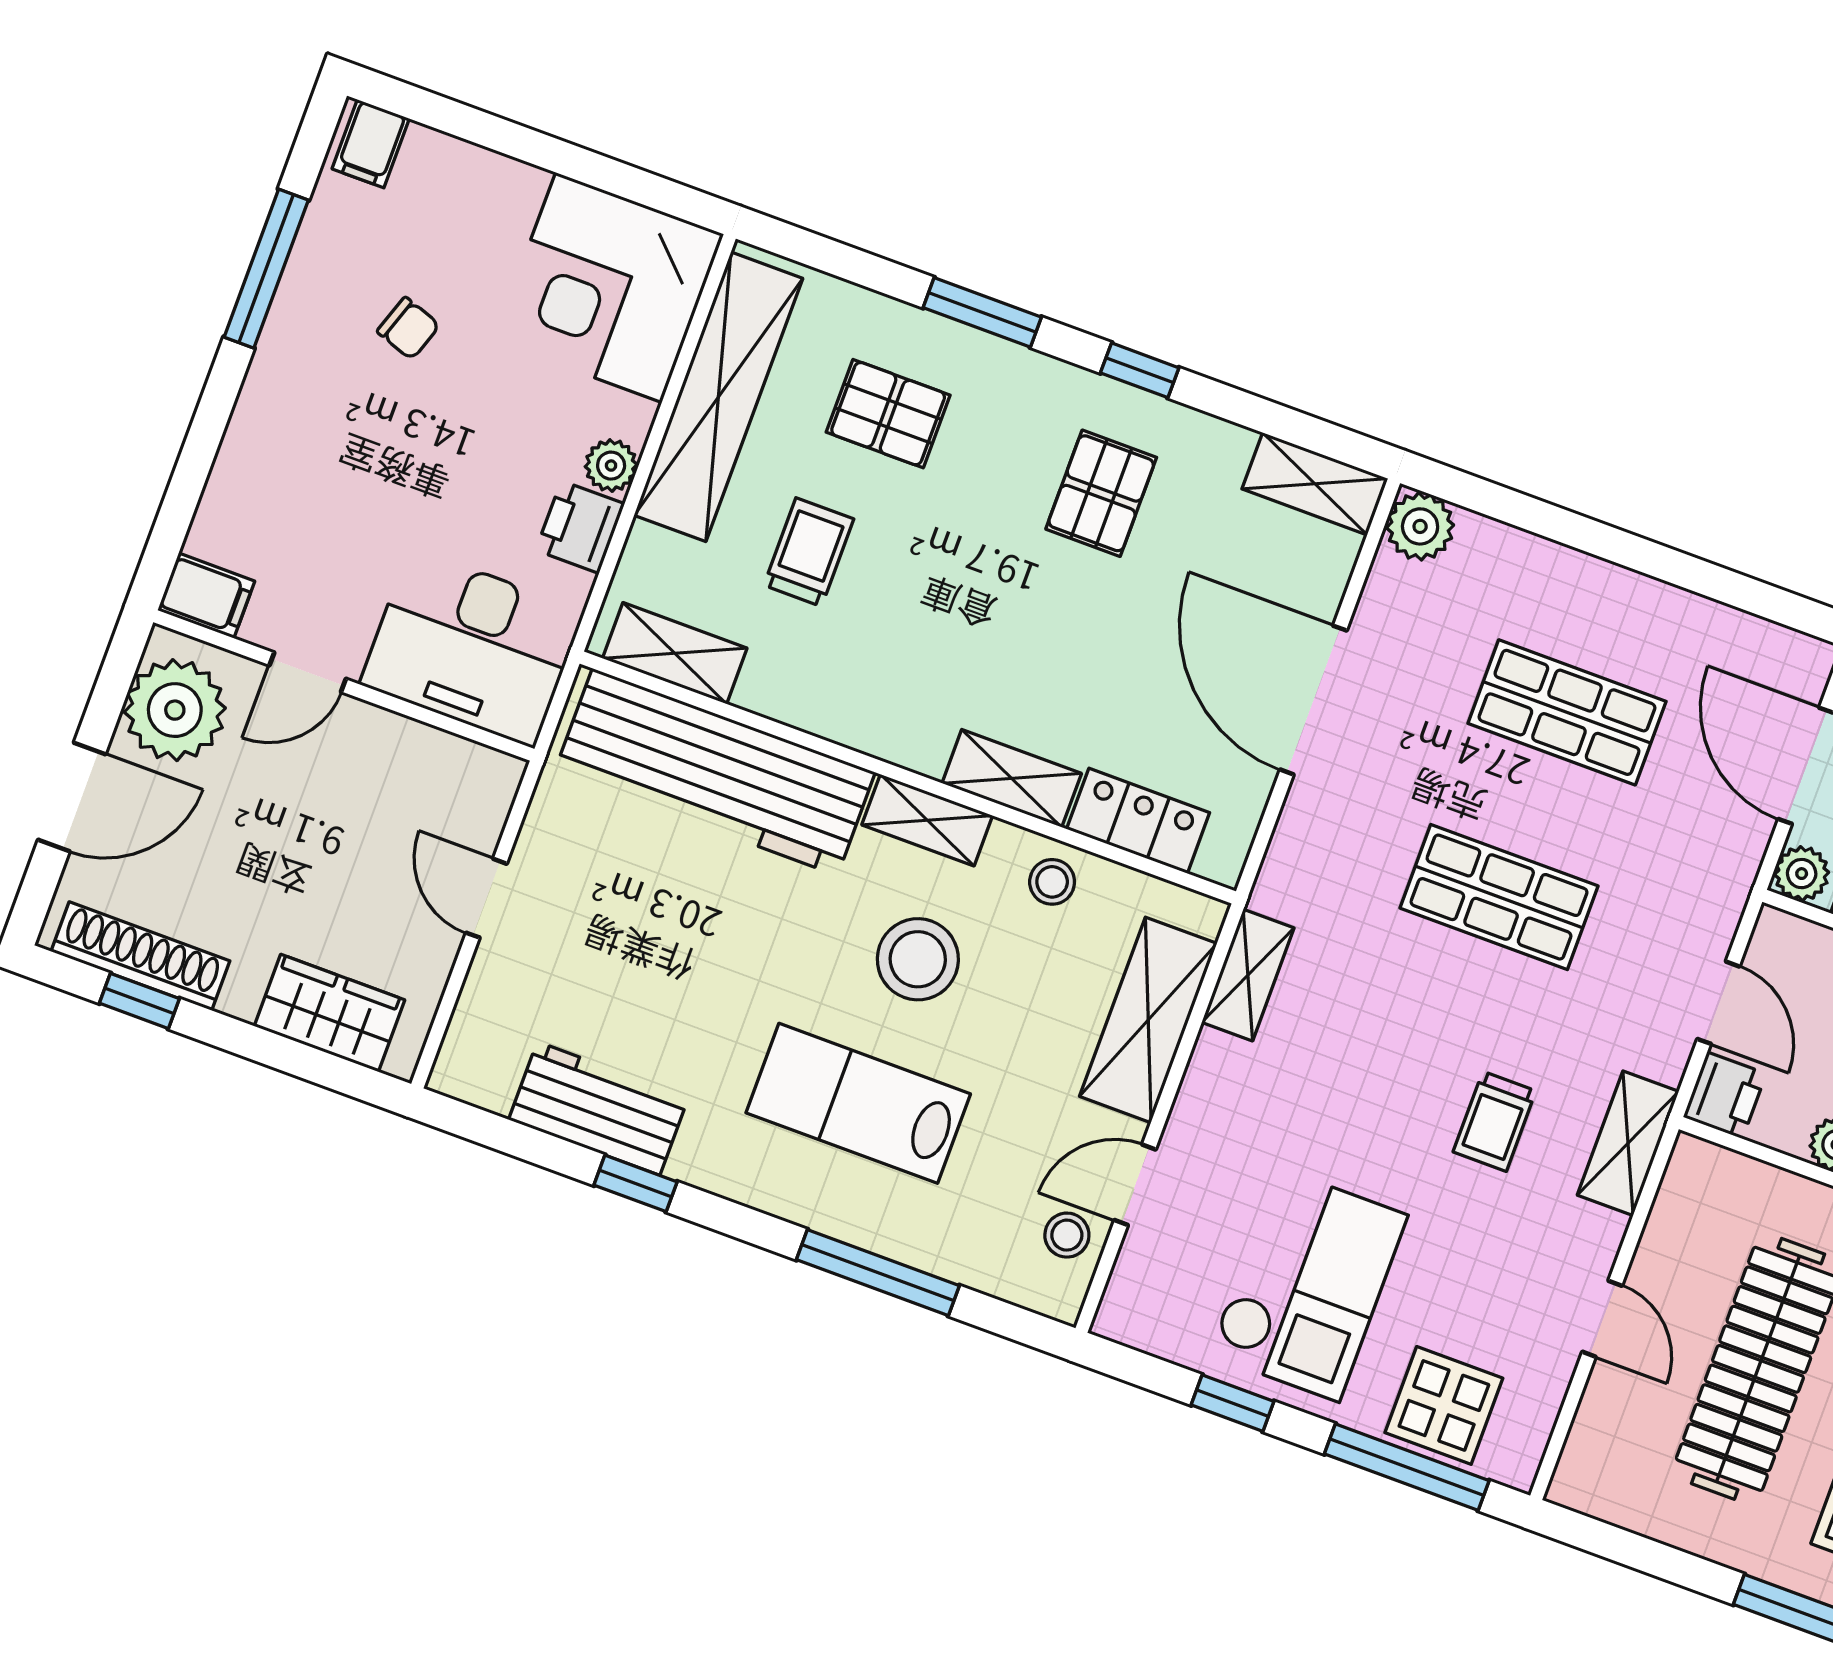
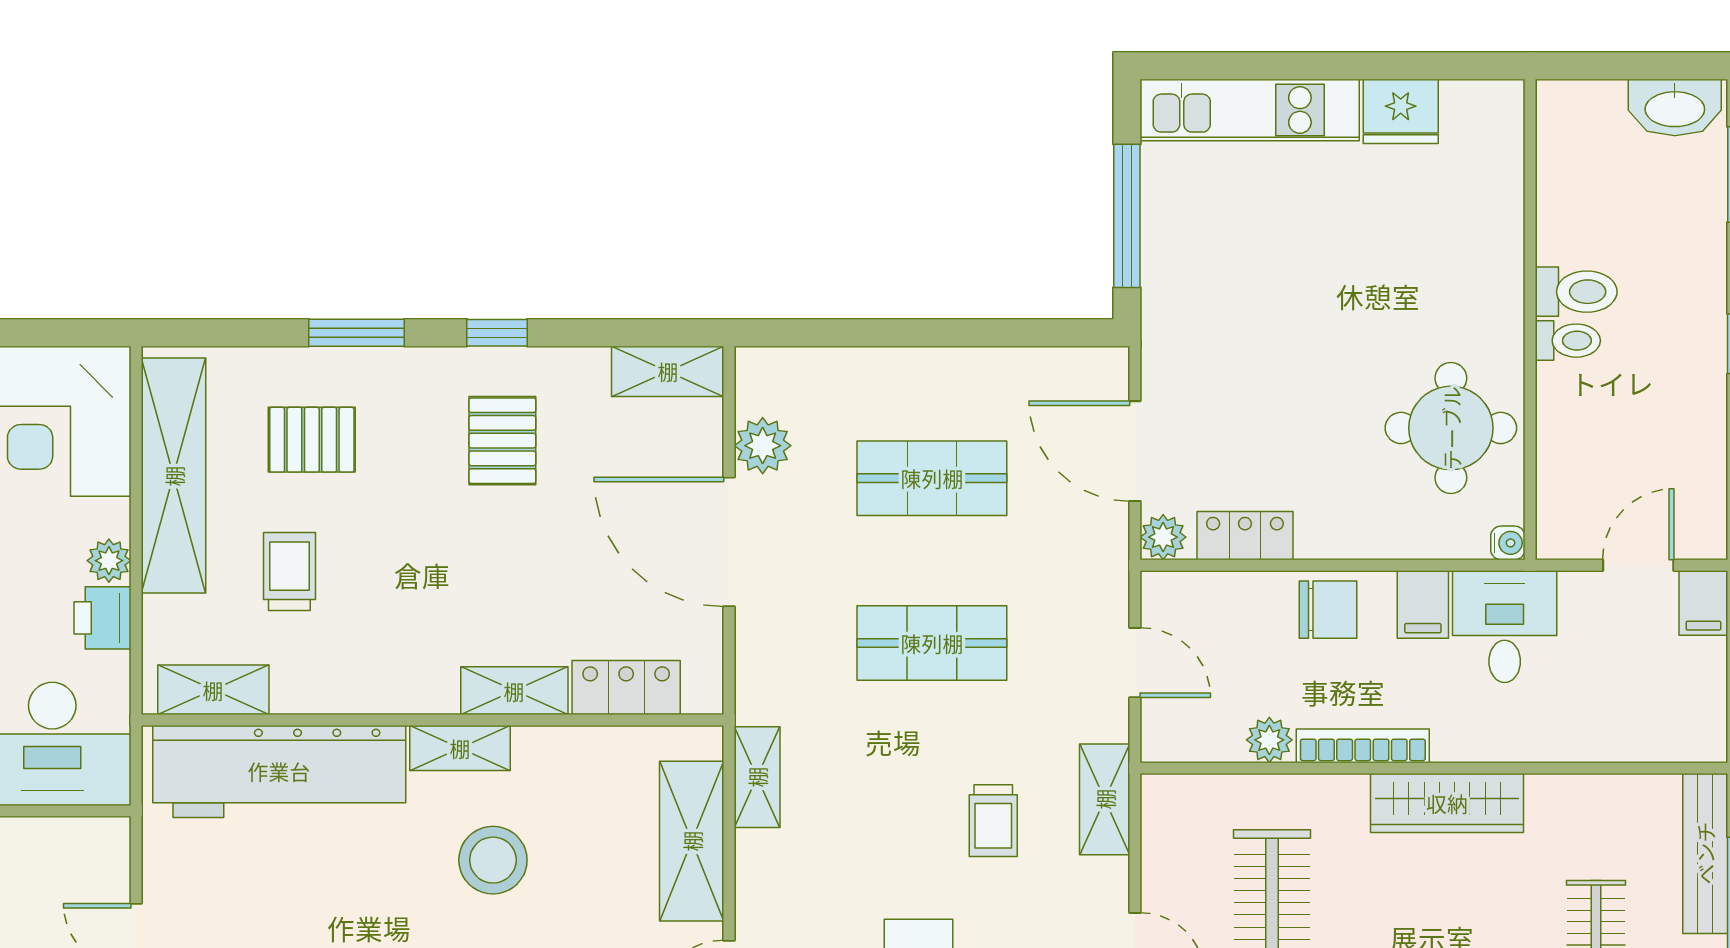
plant: (1420, 526) -> (763, 446), moved
stool: (1052, 882) -> (576, 760), removed
printer: (1725, 1095) -> (1167, 734), removed

